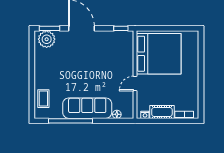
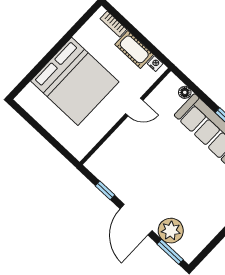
window: (121, 28) -> (105, 190), moved
plant: (47, 39) -> (171, 231), moved
bed: (159, 54) -> (75, 81), moved, turned 180

